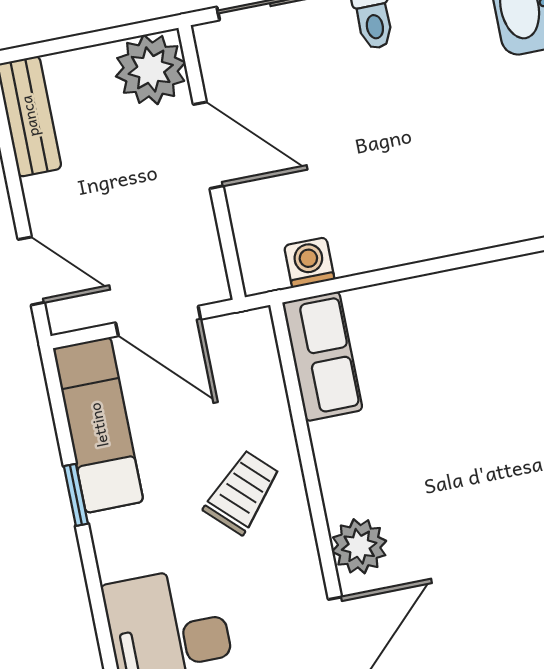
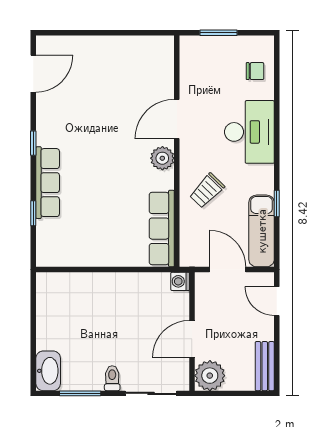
door: (208, 145) -> (192, 339), hinge flipped
washing machine: (309, 263) -> (180, 281), moved, turned 90
row of seats: (323, 356) -> (162, 229), width x1.48

